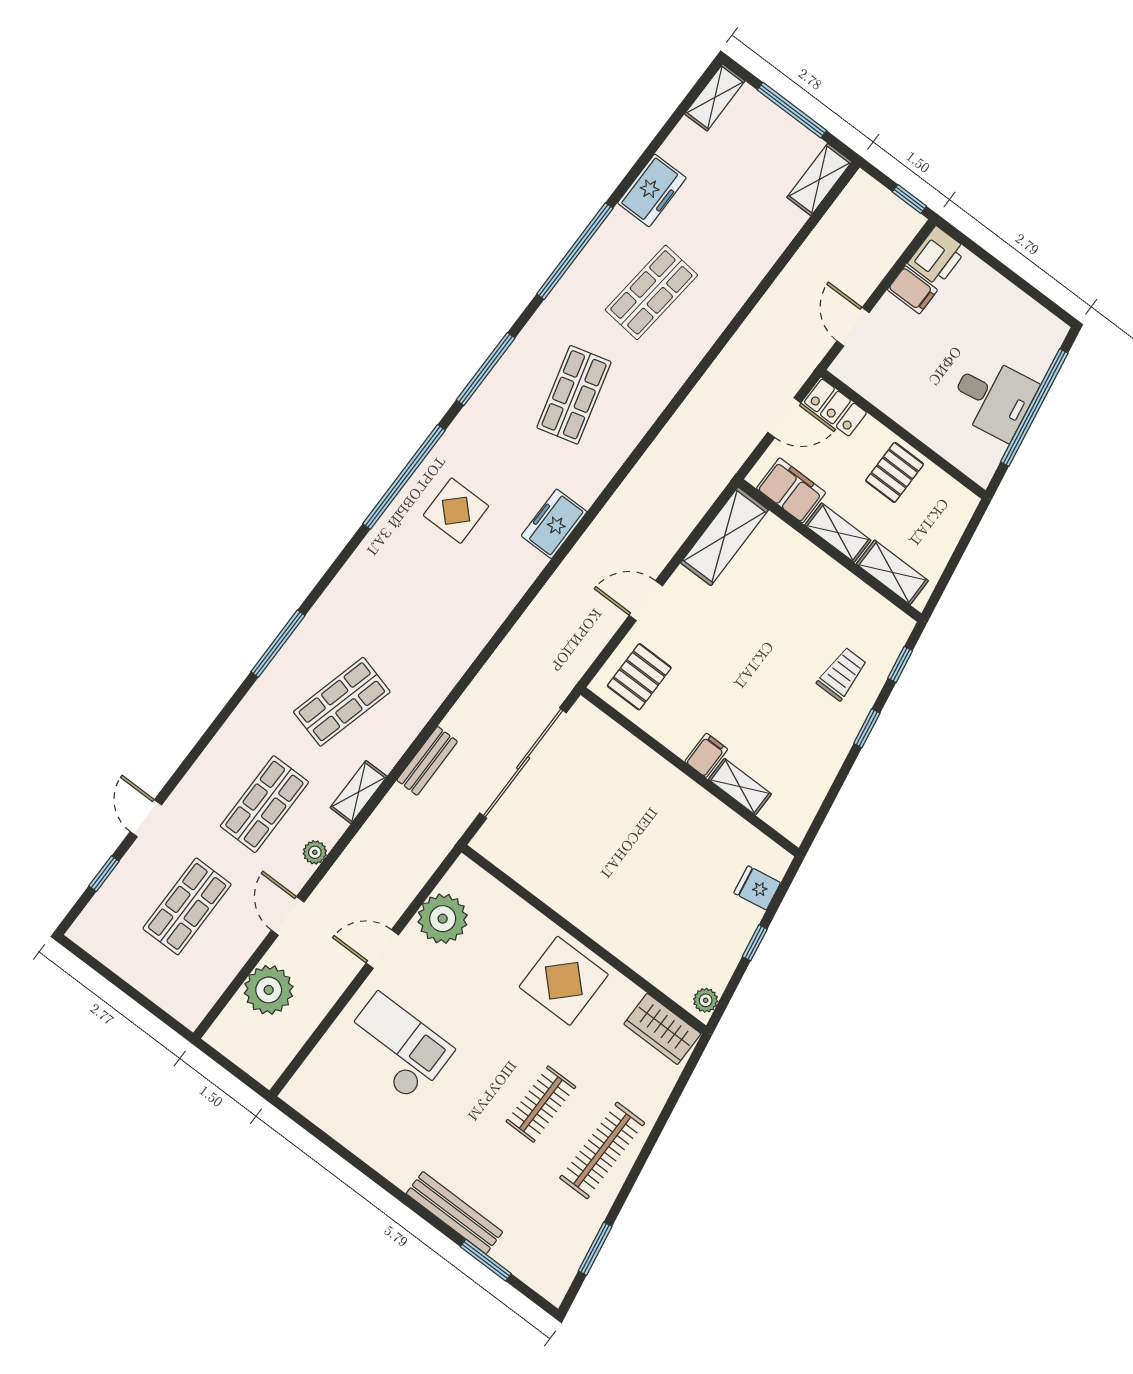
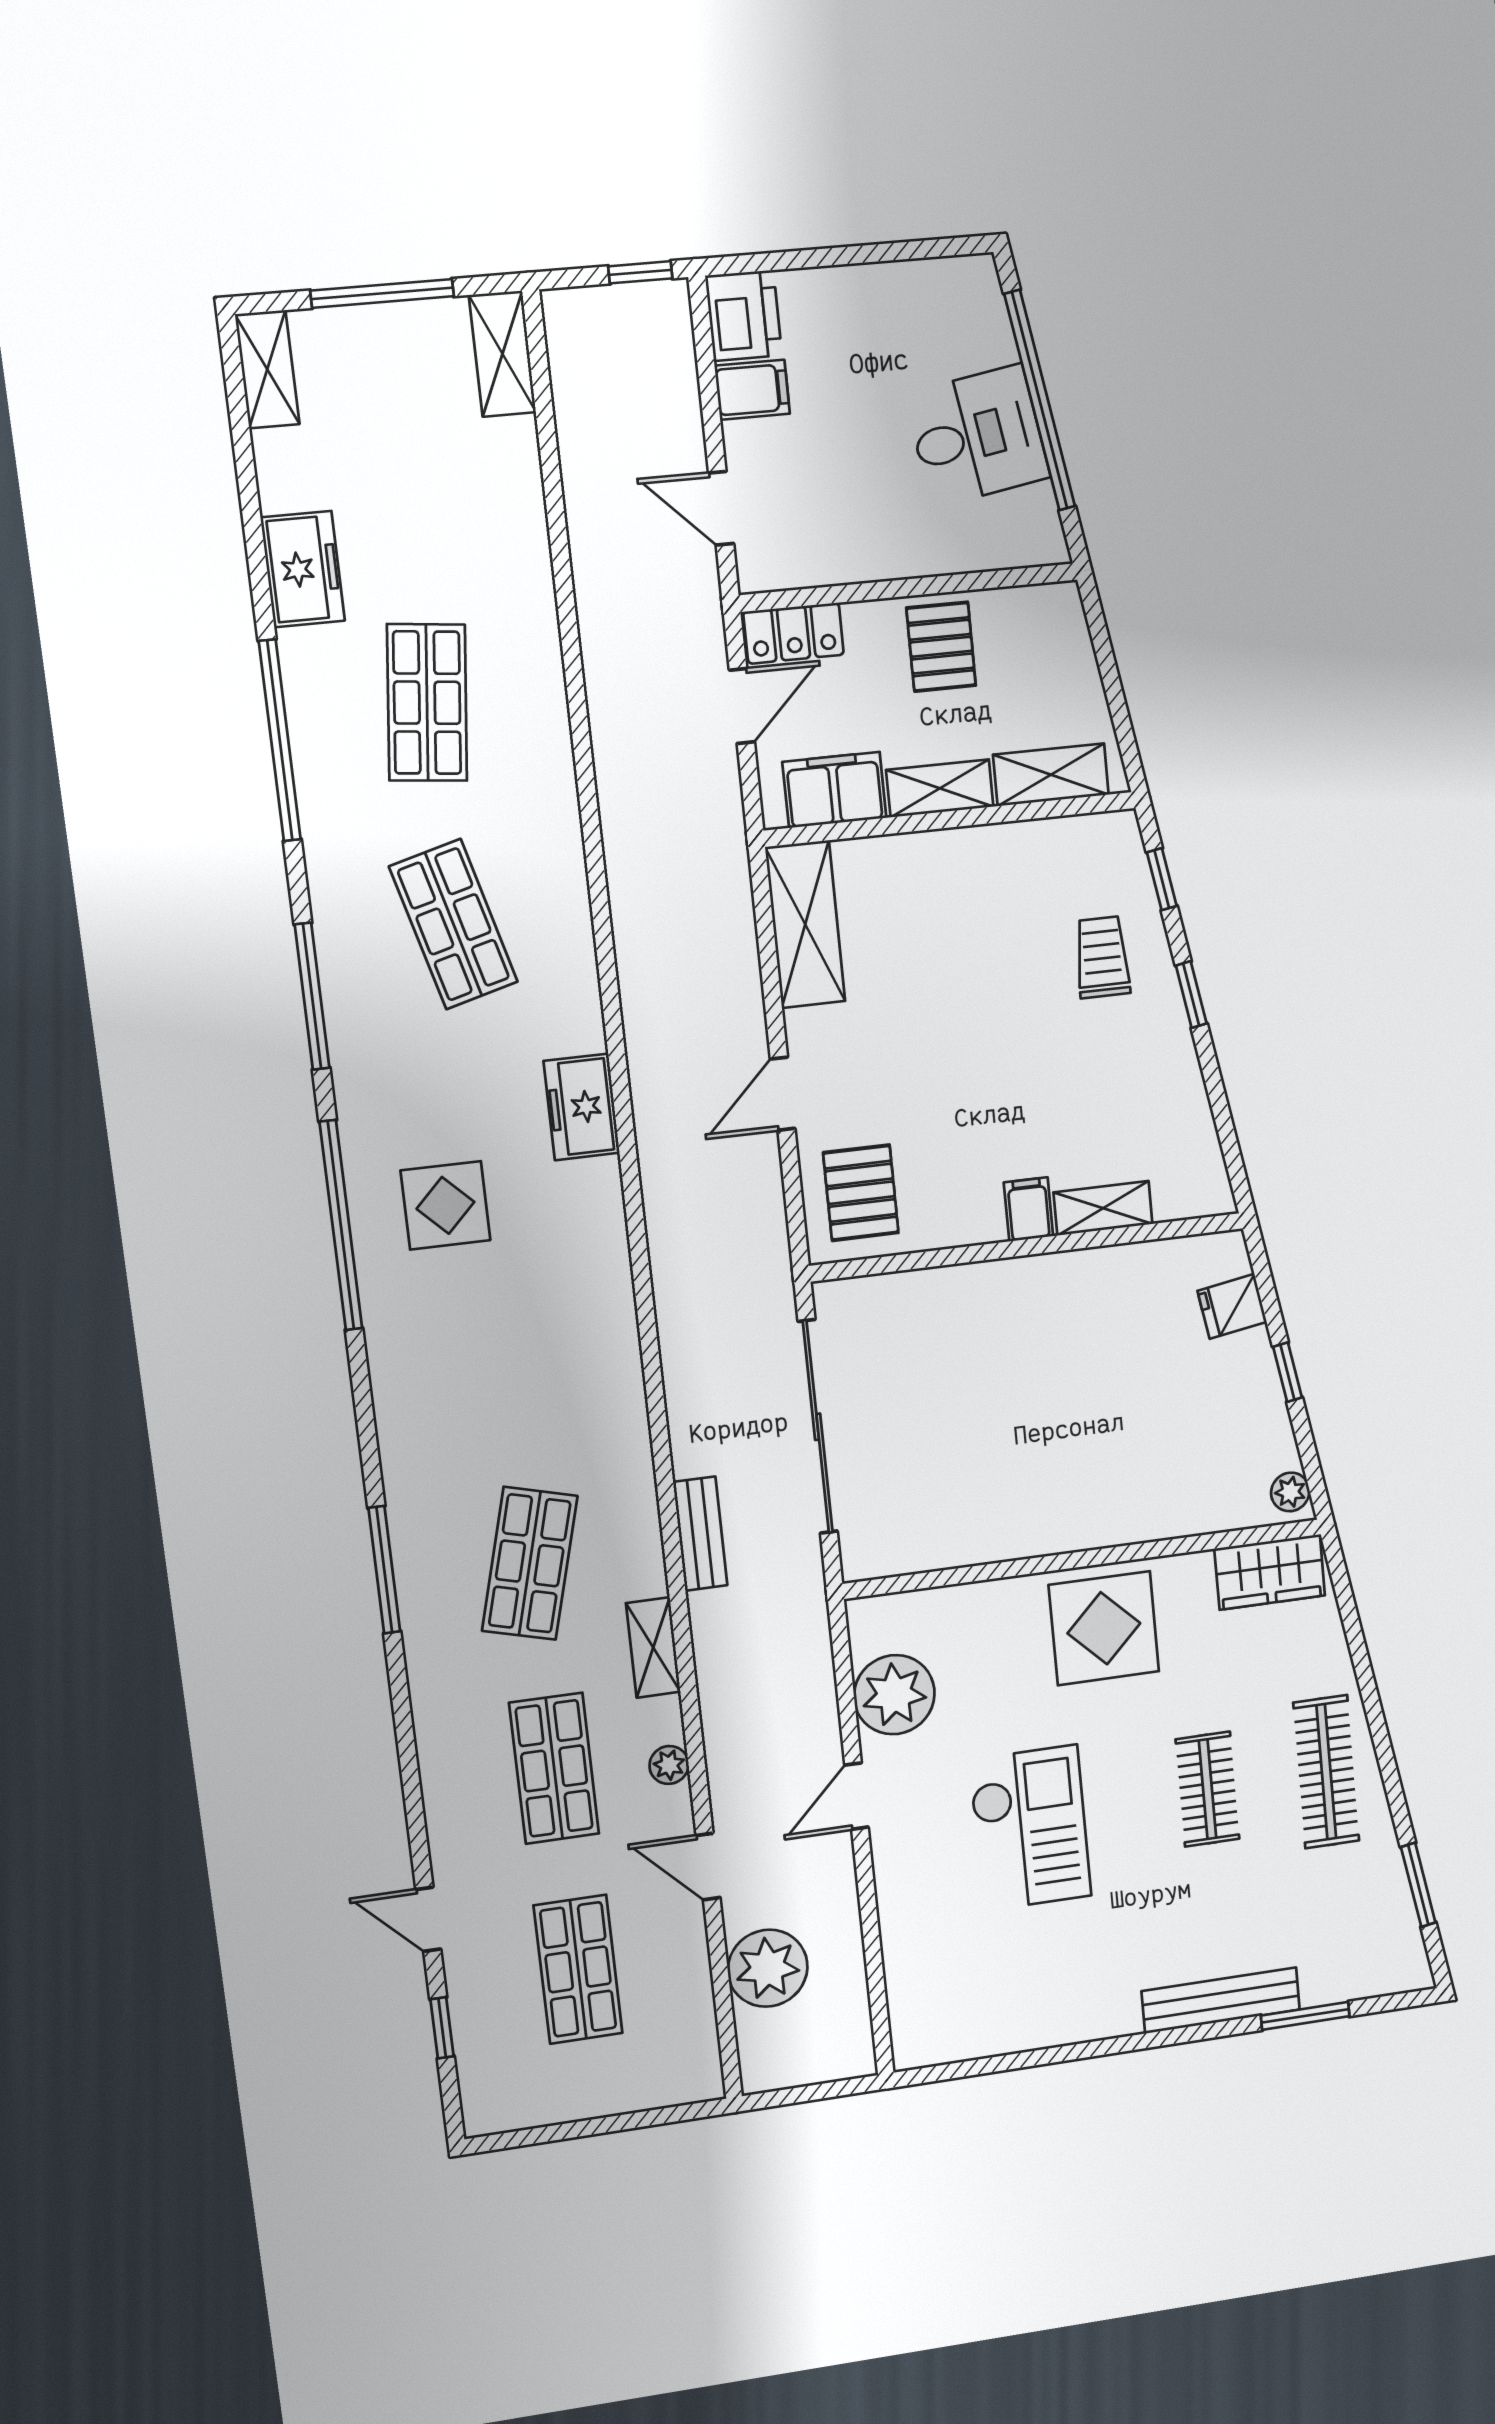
checkout: (396, 1047) -> (1030, 1828), moved, turned 90

